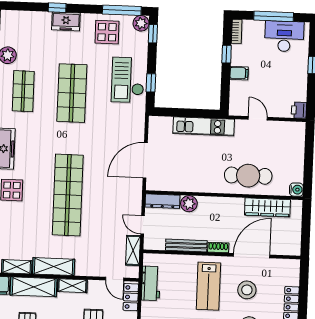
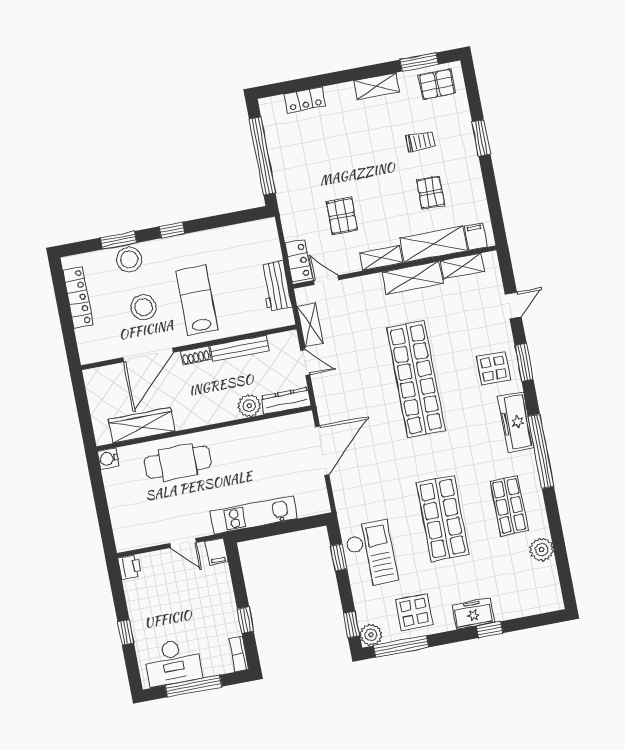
filing cabinet: (239, 73) -> (217, 552), moved, turned -90

